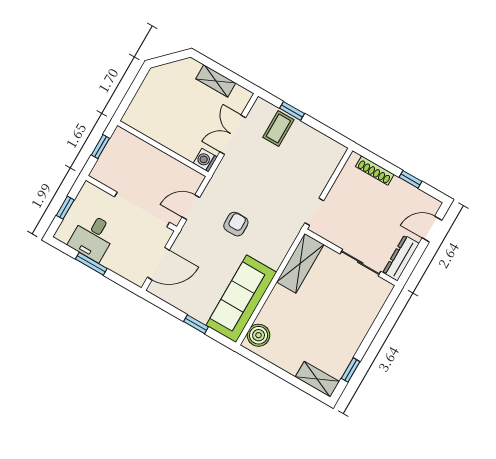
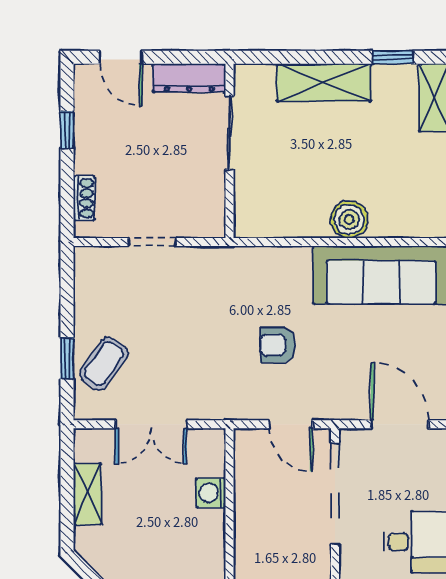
coffee table: (278, 129) -> (104, 364), turned -55
washing machine: (205, 160) -> (211, 493), moved, turned 90
shoe rack: (375, 171) -> (84, 198), width x0.70
doorway: (314, 212) -> (153, 242), moved
shelving: (300, 263) -> (324, 82), moved
boiler: (259, 335) -> (349, 220), moved

